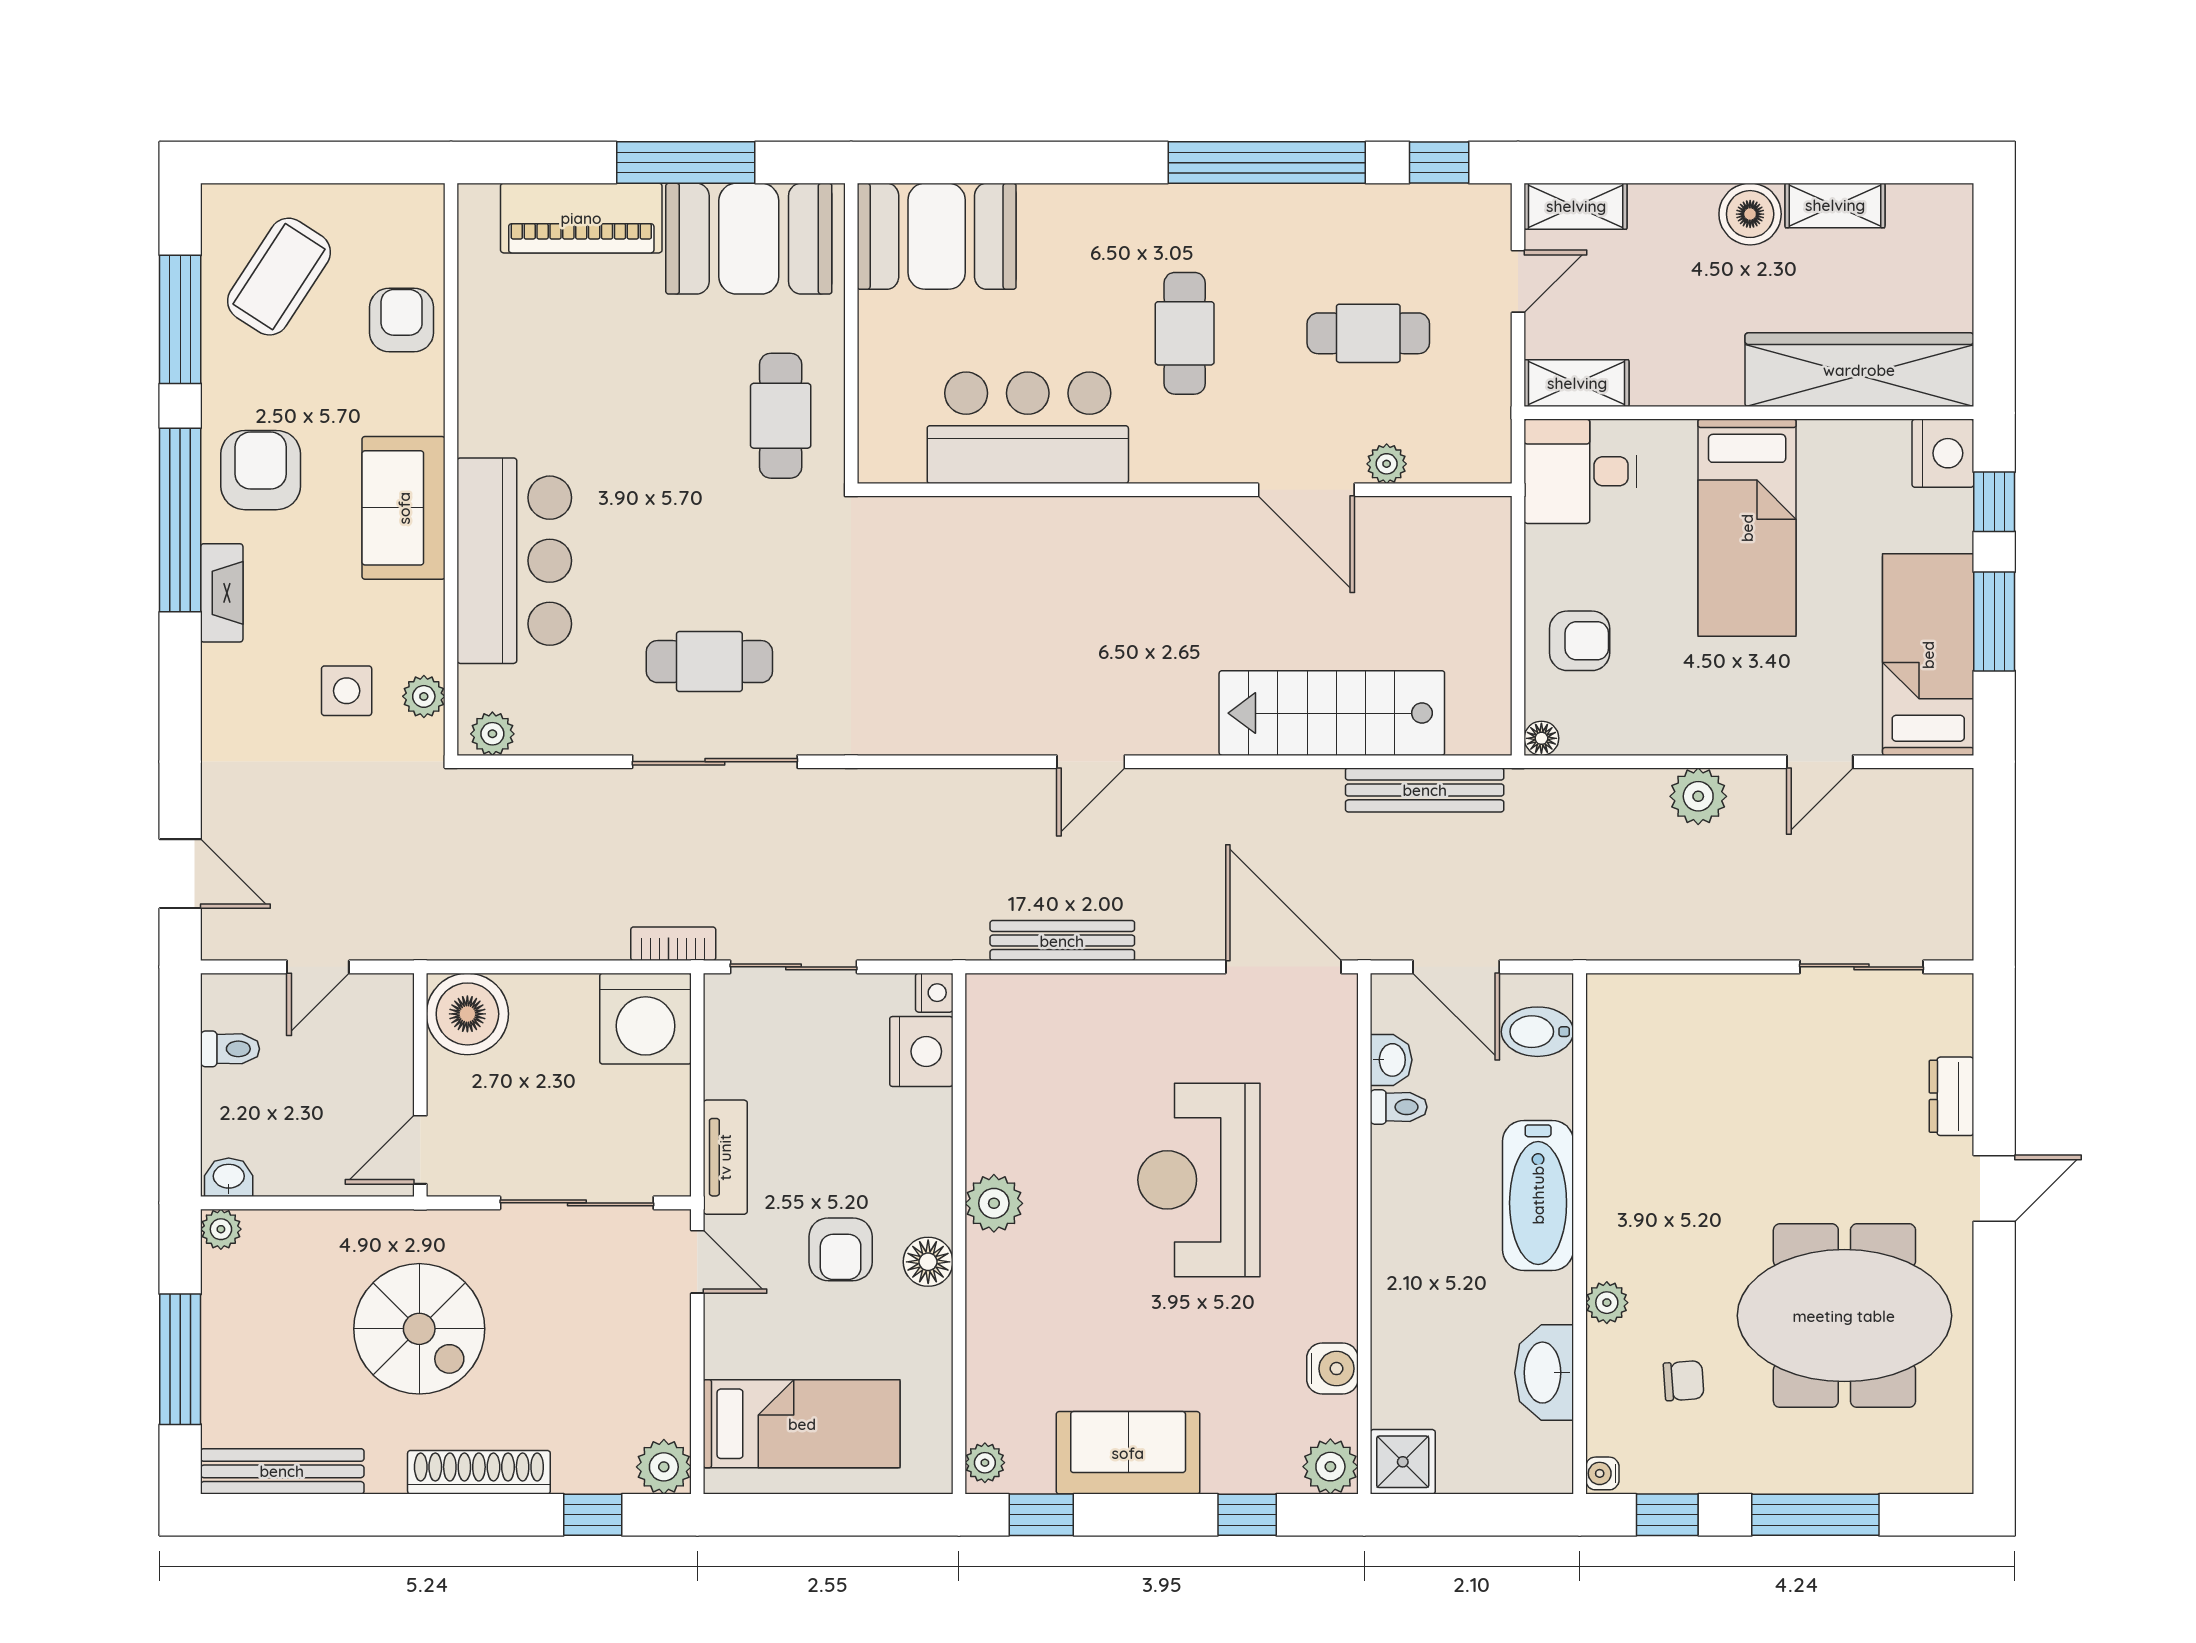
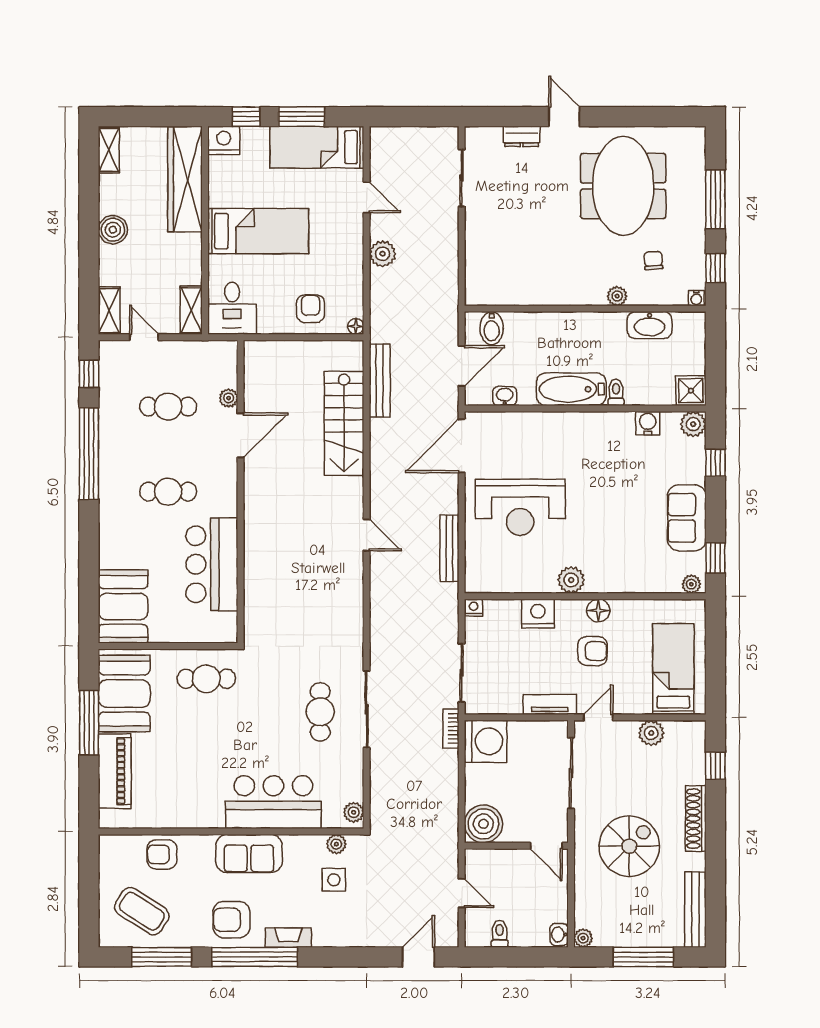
shelving: (1835, 205) -> (109, 150), moved
cafe table: (1368, 333) -> (168, 407), turned 90
nightstand: (921, 1051) -> (538, 614), moved
toilet: (1399, 1107) -> (616, 393), moved
reception desk: (1199, 1180) -> (520, 507), moved
bathtub: (1538, 1195) -> (571, 389), moved, turned 180
plant: (664, 1467) -> (651, 733), moved

